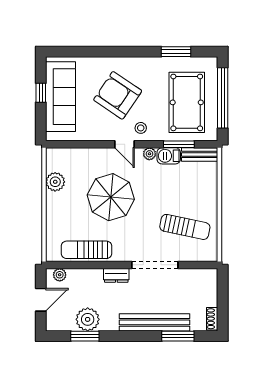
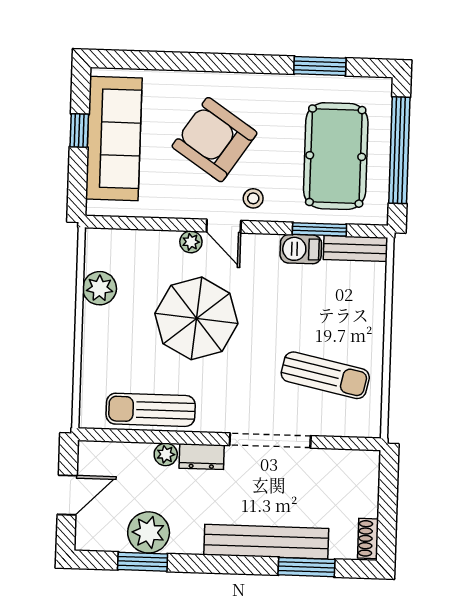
plant: (149, 154) -> (191, 242), moved
plant: (60, 275) -> (166, 454), moved

